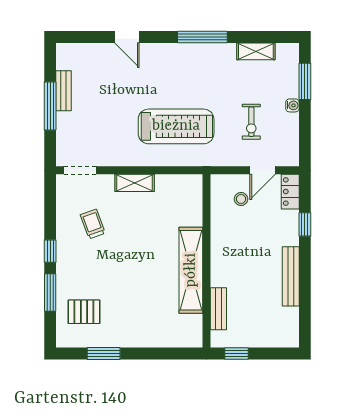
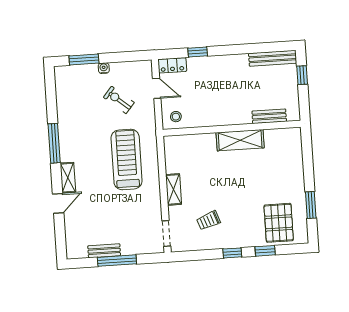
shelving: (256, 51) -> (68, 178), moved
exercise bike: (251, 122) -> (119, 100), turned -140
stool: (241, 199) -> (176, 117), moved
shelving: (191, 270) -> (240, 140), width x0.68
bench: (291, 276) -> (273, 58), moved
window: (50, 292) -> (265, 251), width x0.67
pallet: (84, 312) -> (279, 223), width x1.50, depth x1.42
window: (236, 353) -> (302, 75), moved

